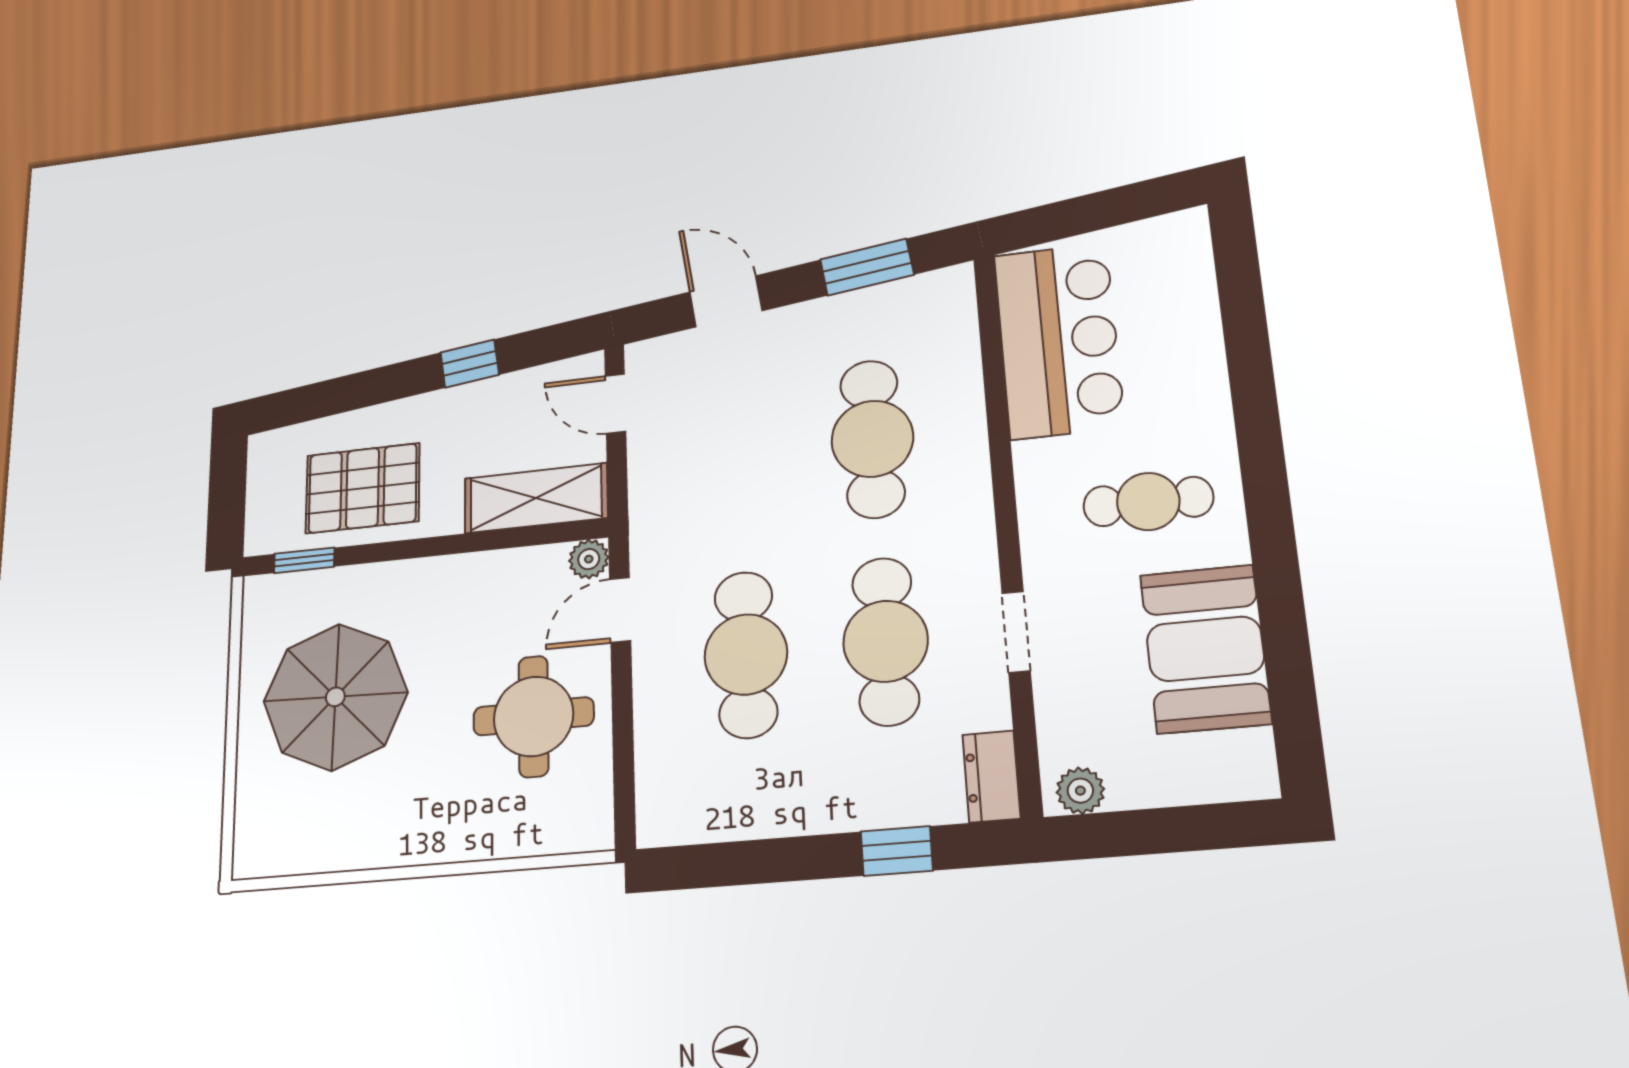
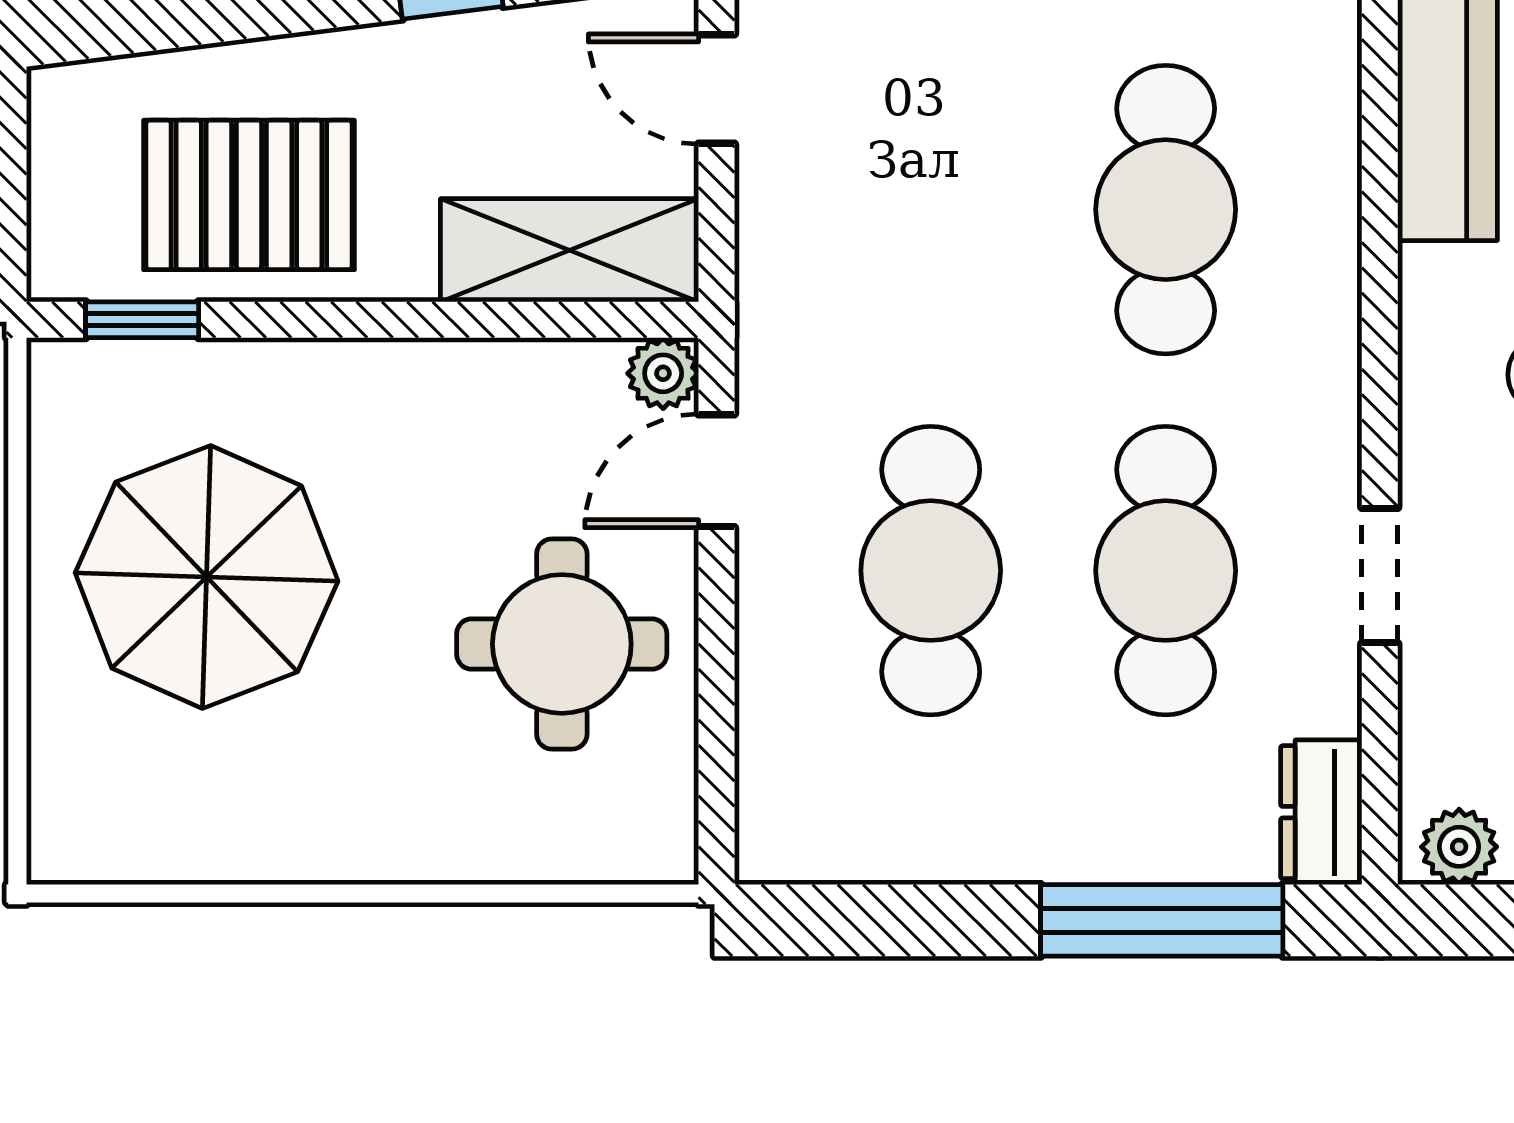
window: (897, 851) -> (1162, 920), width x2.17

